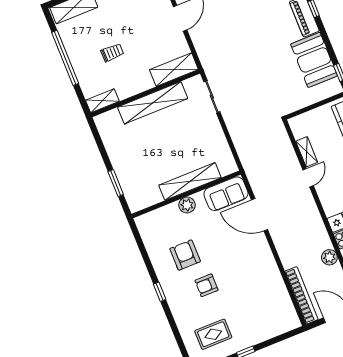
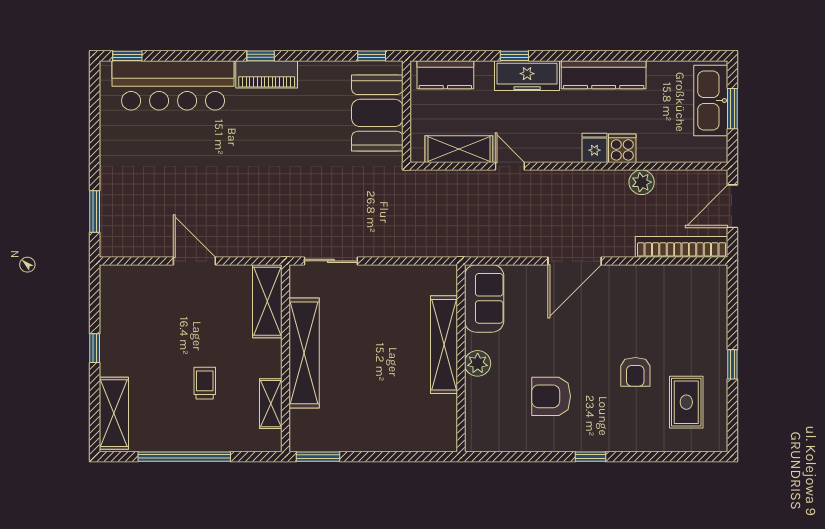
booth: (314, 60) -> (377, 113), moved, turned 90
shelving: (102, 101) -> (271, 404), moved
shelving: (307, 152) -> (459, 149), width x1.50, depth x1.33
window: (116, 183) -> (318, 457), moved
door: (260, 215) -> (575, 261), moved
armchair: (207, 285) -> (635, 372), moved

